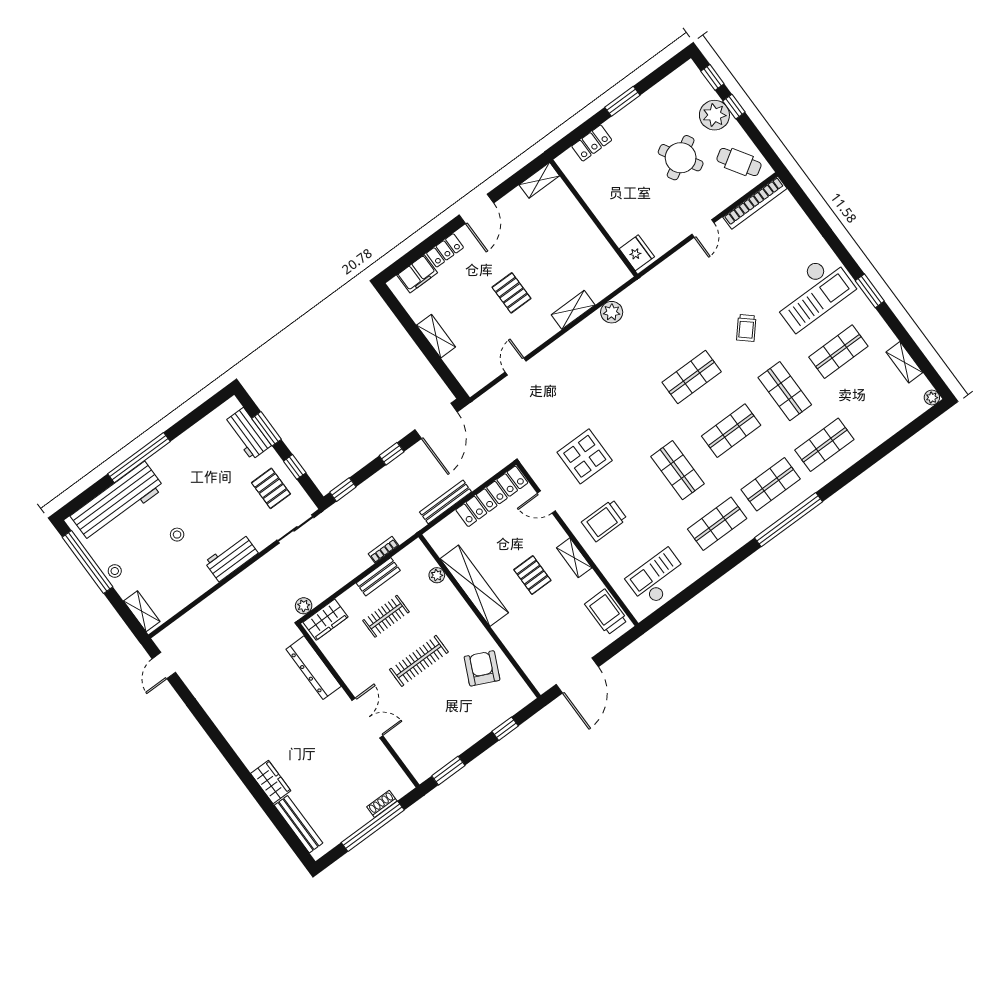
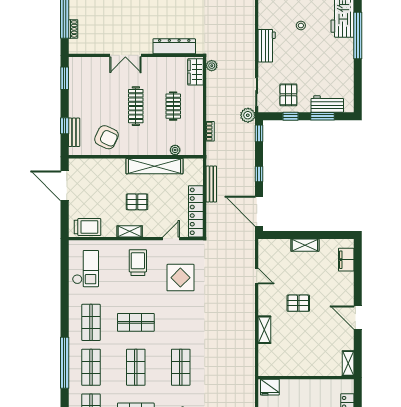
locker: (445, 250) -> (348, 284), removed
plant: (612, 312) -> (248, 115), moved
pallet: (271, 488) -> (288, 95), turned 90
bench: (378, 577) -> (74, 132), moved

